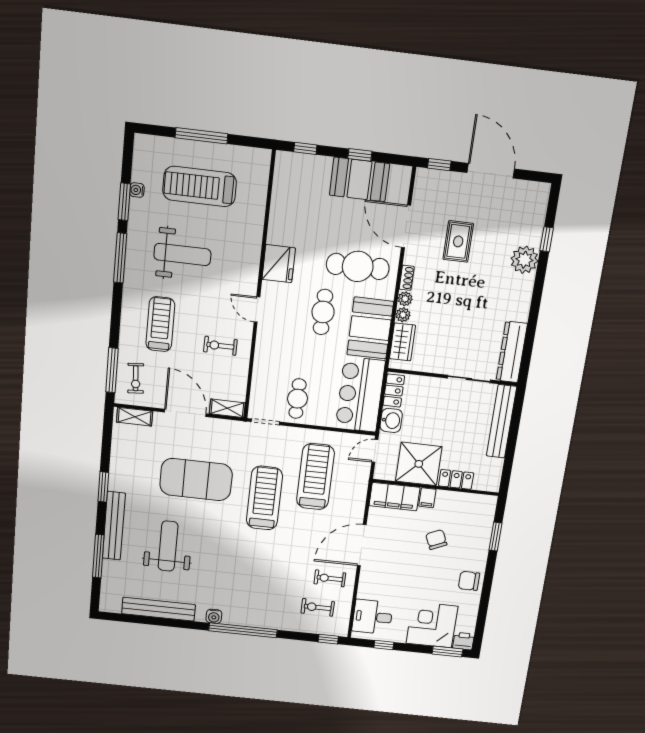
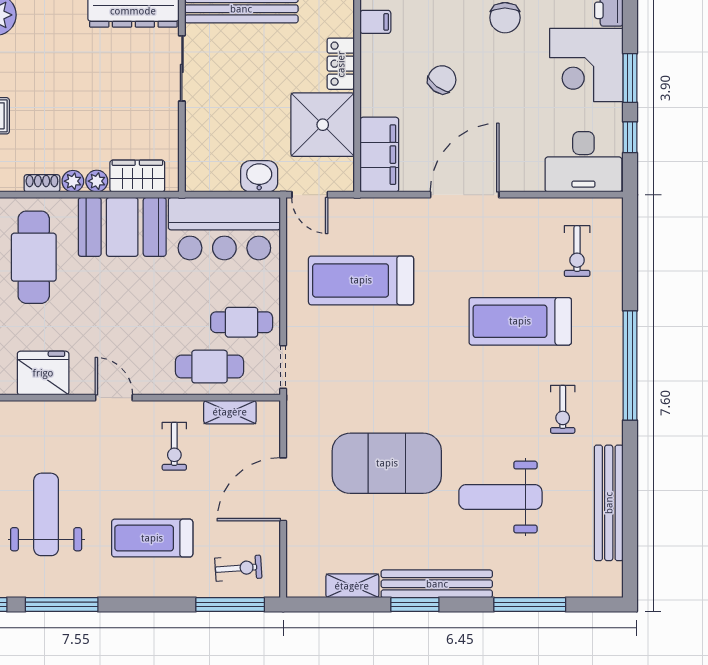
door: (257, 310) -> (114, 398), swing flipped
cafe table: (323, 312) -> (209, 367), moved
locker: (394, 391) -> (212, 179), removed
shelving: (227, 408) -> (230, 412), moved, turned 90
shelving: (135, 417) -> (352, 586), moved, turned 90
exercise mat: (196, 480) -> (387, 463), turned 90
treadmill: (264, 498) -> (520, 321), moved
filing cabinet: (427, 498) -> (375, 22), moved
bench: (114, 526) -> (437, 584), moved
chair: (436, 540) -> (442, 80), turned 151
door: (362, 545) -> (465, 195), swing flipped
exercise bike: (330, 578) -> (563, 409), moved
water cooler: (214, 616) -> (611, 414), removed
desk: (372, 617) -> (583, 162), width x1.37
window: (328, 639) -> (630, 227), removed
window: (447, 652) -> (630, 78), moved

